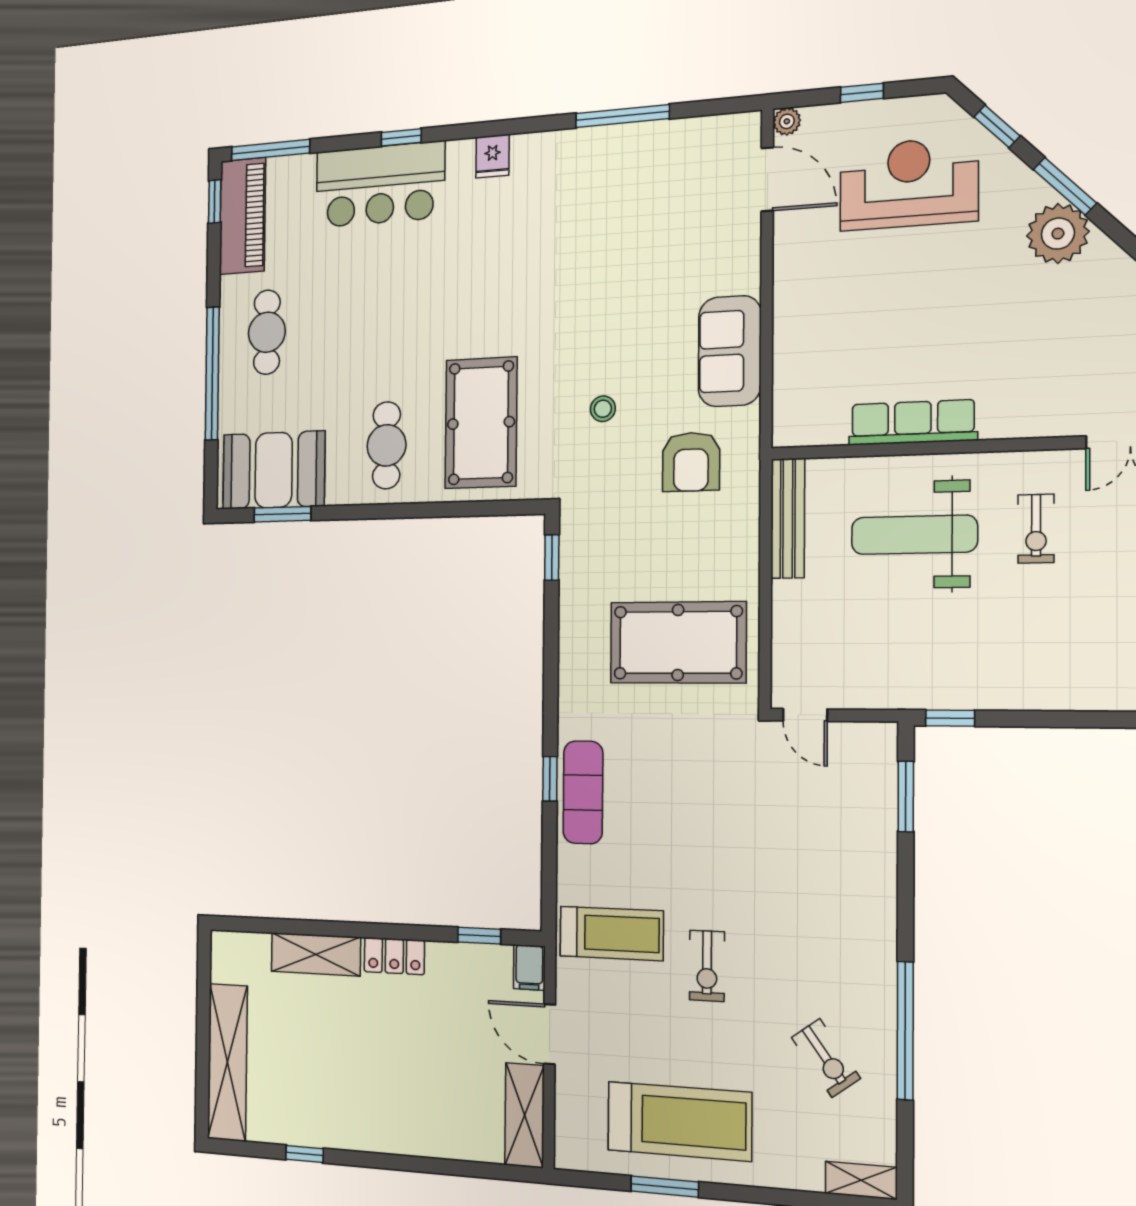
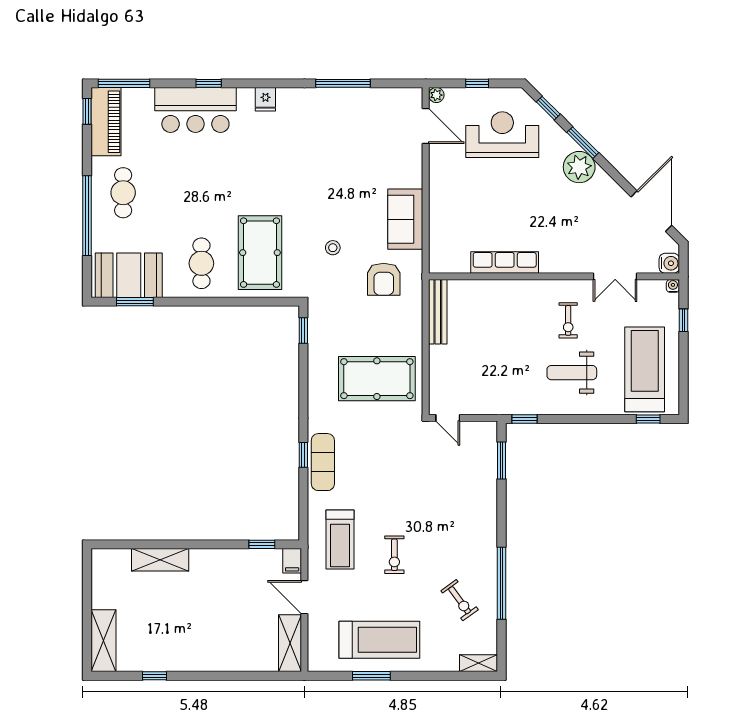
weight bench: (914, 535) -> (572, 373), moved, width x0.73, depth x0.75
treadmill: (611, 933) -> (340, 540), turned 90
locker: (394, 956) -> (210, 558), removed
shelving: (227, 1062) -> (103, 641), width x0.68

